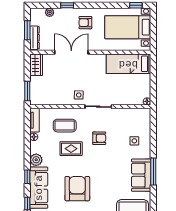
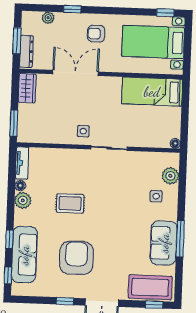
plant: (144, 125) -> (170, 176), added
coffee table: (65, 126) -> (63, 172), removed
armchair: (99, 138) -> (109, 191), removed
plant: (36, 160) -> (23, 200), moved

